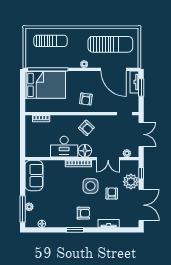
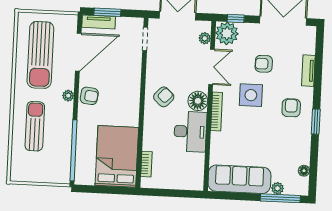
sun lounger: (51, 41) -> (35, 126), moved
sun lounger: (110, 44) -> (40, 55), turned 180
bed: (45, 85) -> (117, 156), moved
armchair: (86, 99) -> (89, 96), moved
sofa: (34, 176) -> (239, 179), width x1.36
plant: (131, 182) -> (227, 33), moved

